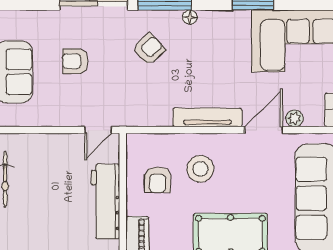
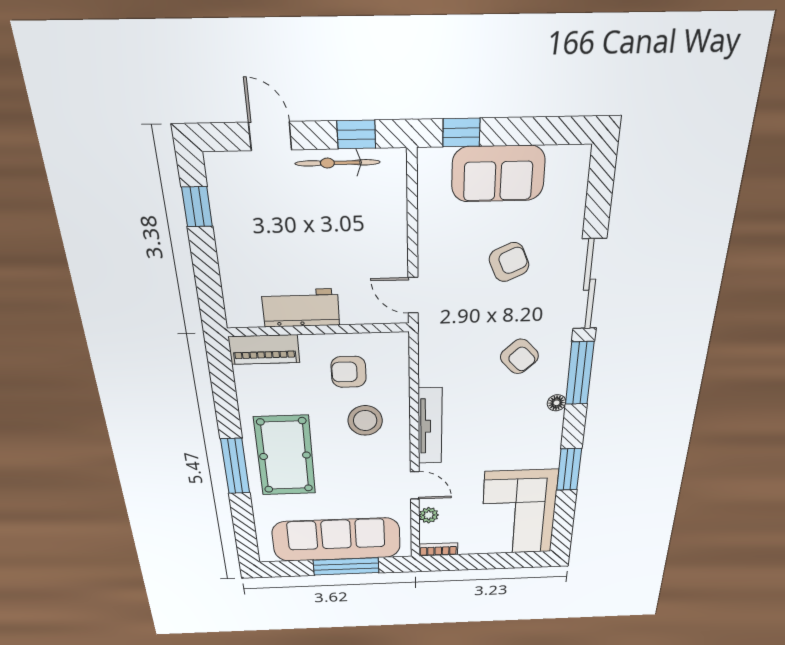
armchair: (75, 61) -> (509, 262), turned 66
door: (264, 130) -> (415, 485), width x0.73
workbench: (105, 202) -> (301, 308), width x0.73

